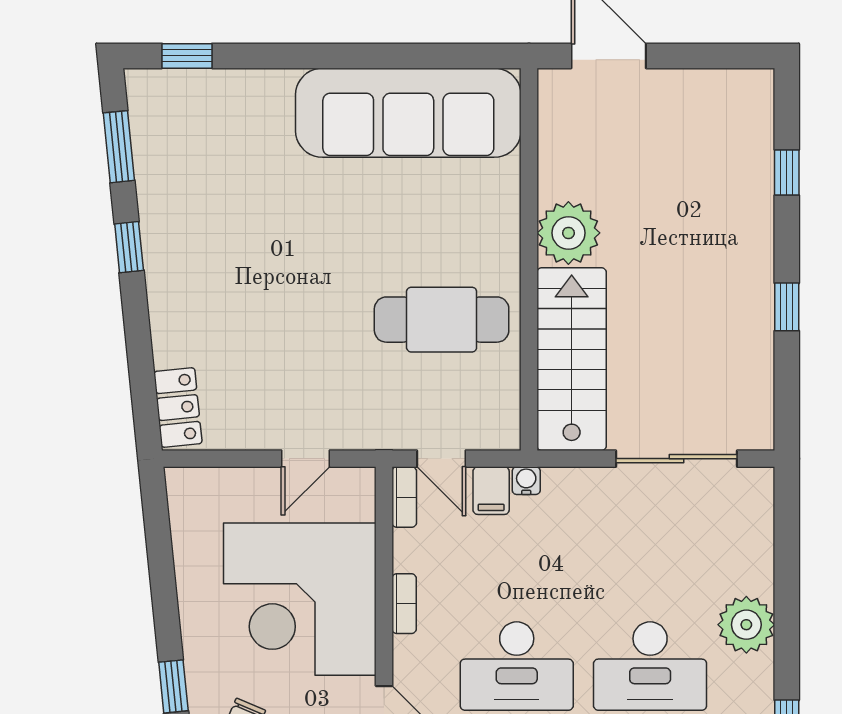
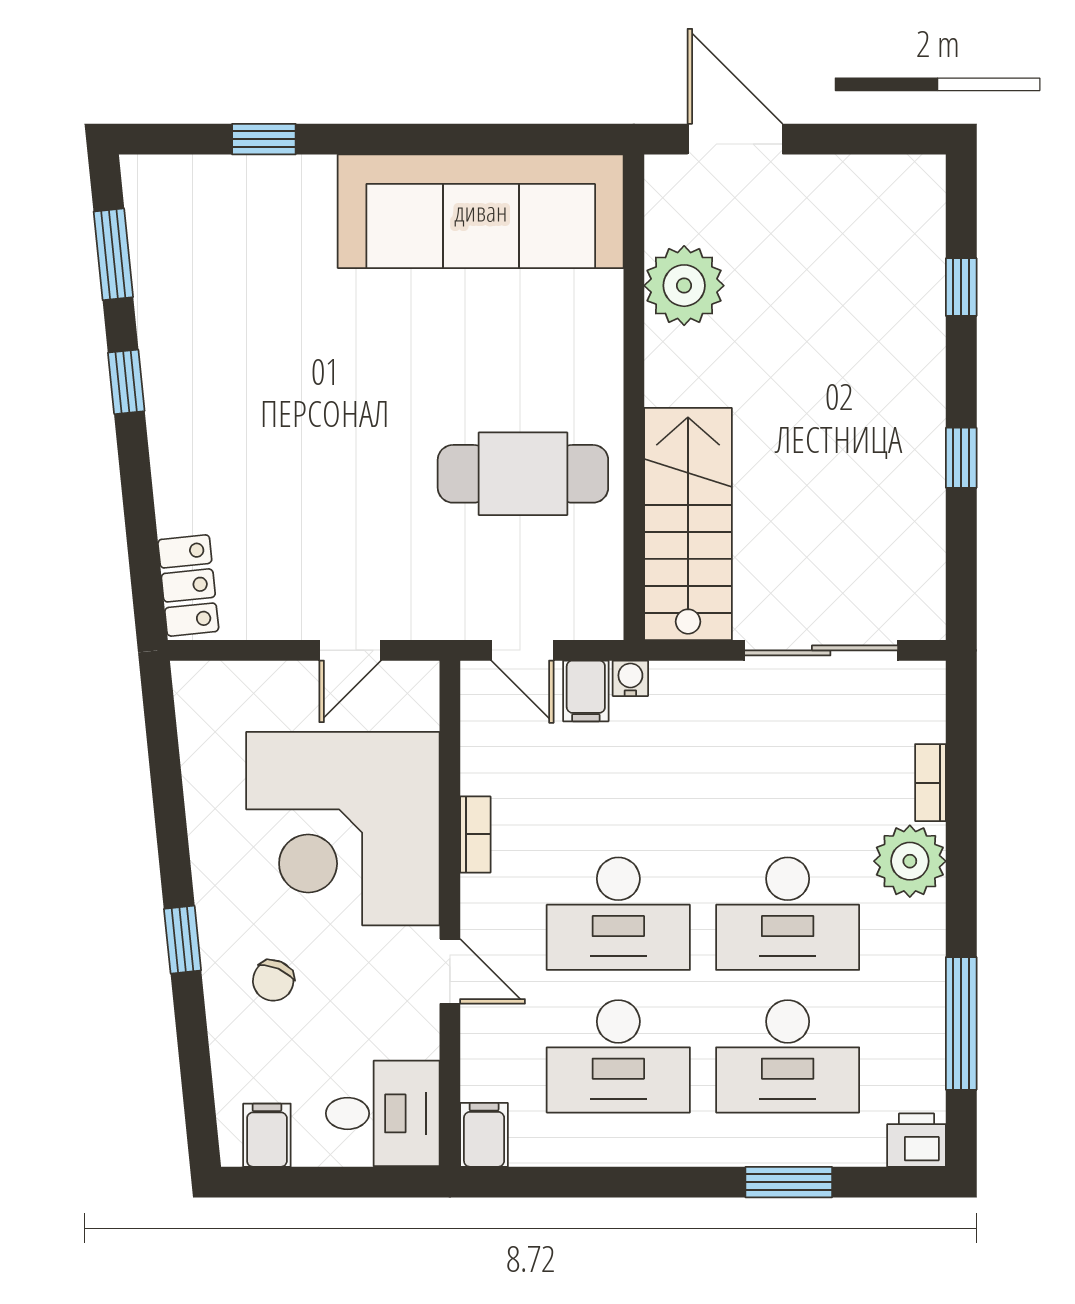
window: (187, 56) -> (264, 139), moved
plant: (568, 233) -> (684, 286), moved
bookcase: (404, 497) -> (930, 783), moved, turned 180

